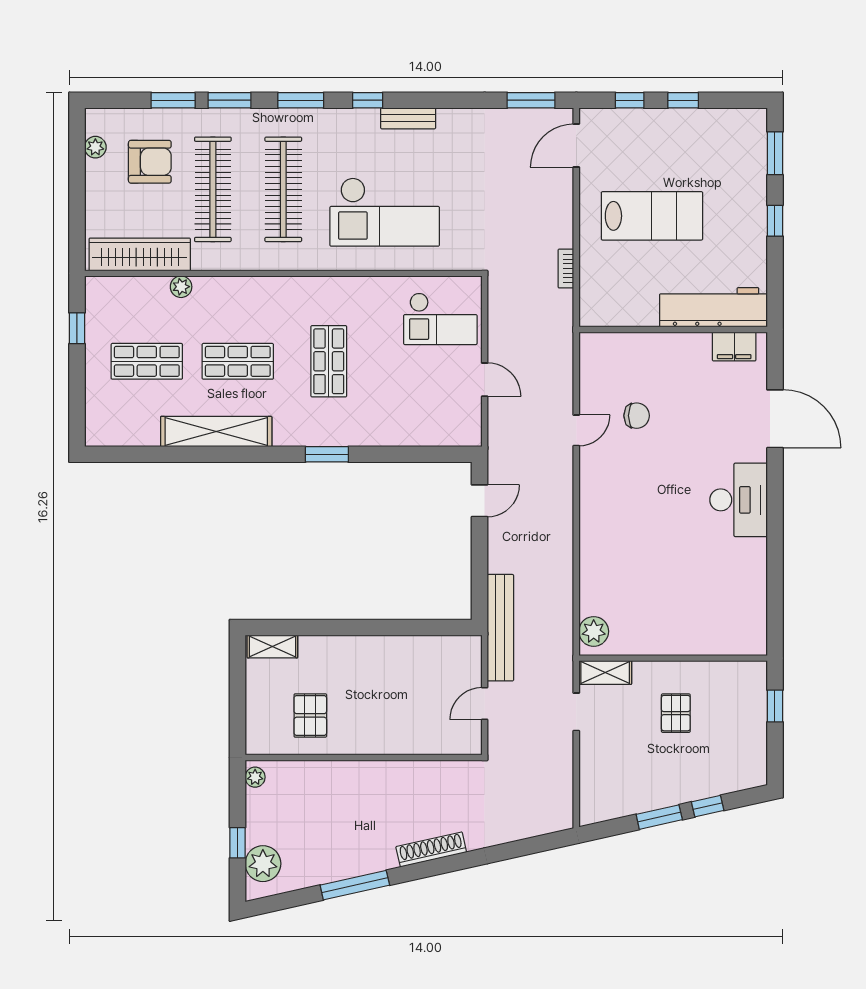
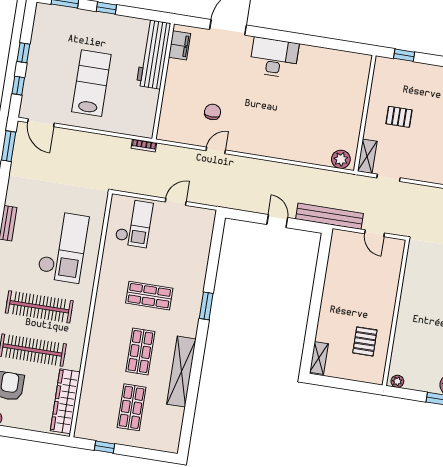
bookcase: (566, 269) -> (144, 146), moved
plant: (181, 287) -> (89, 379), removed
door: (576, 430) -> (216, 150), hinge flipped
door: (479, 501) -> (277, 221), moved
pallet: (310, 715) -> (365, 341), turned 90

